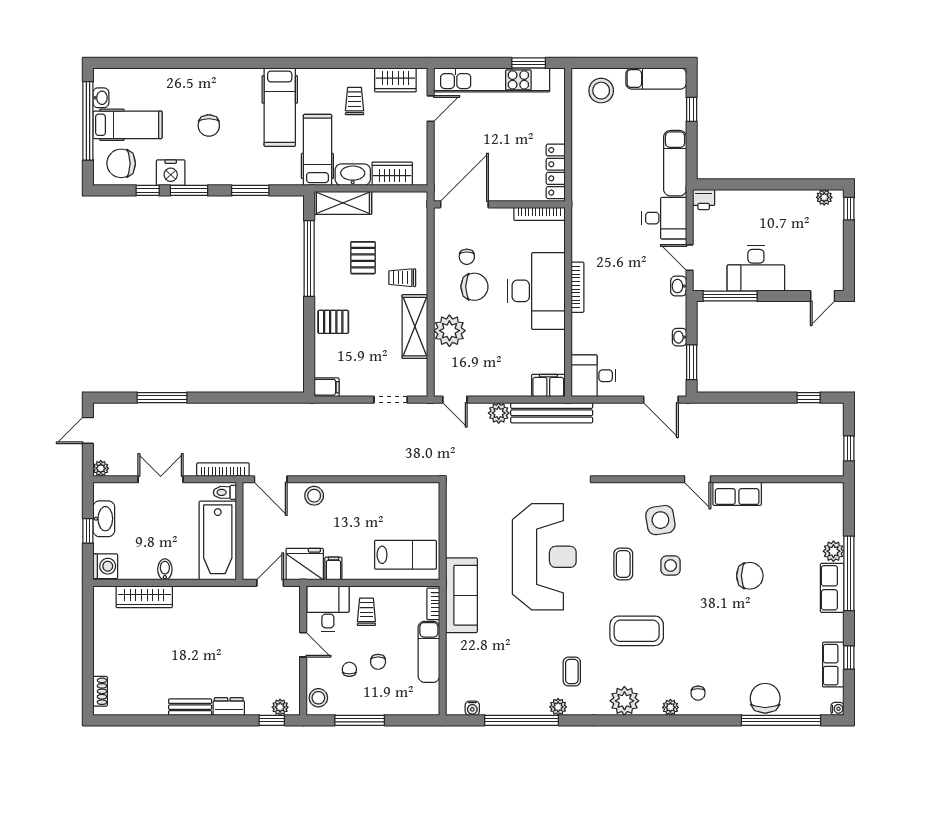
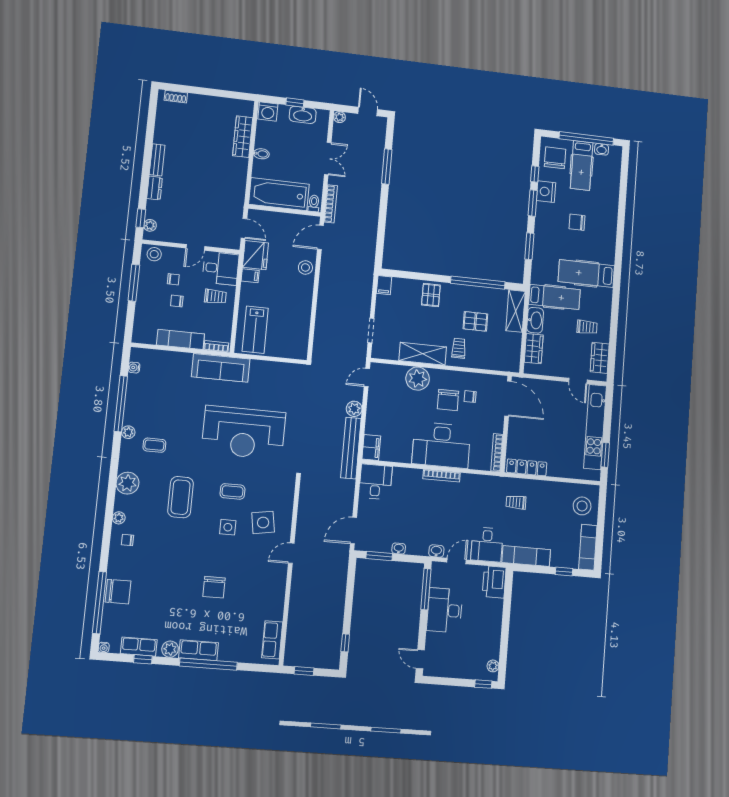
trolley: (604, 183) -> (516, 502), added
printer: (704, 199) -> (494, 582), width x1.87, depth x1.48
row of seats: (737, 494) -> (272, 640), moved
plant: (833, 551) -> (170, 649), moved

